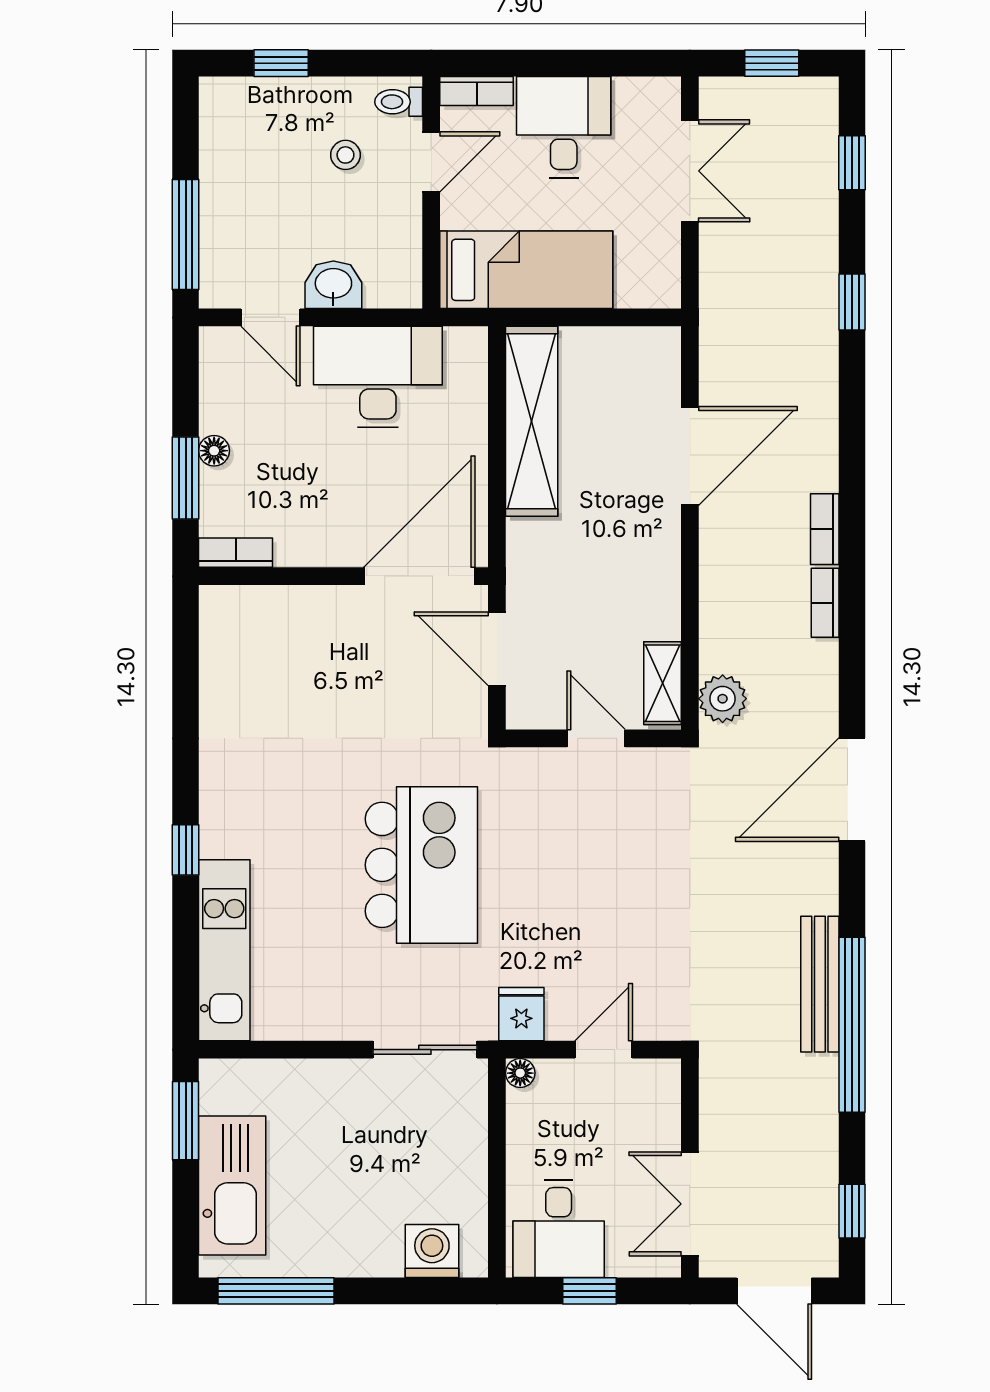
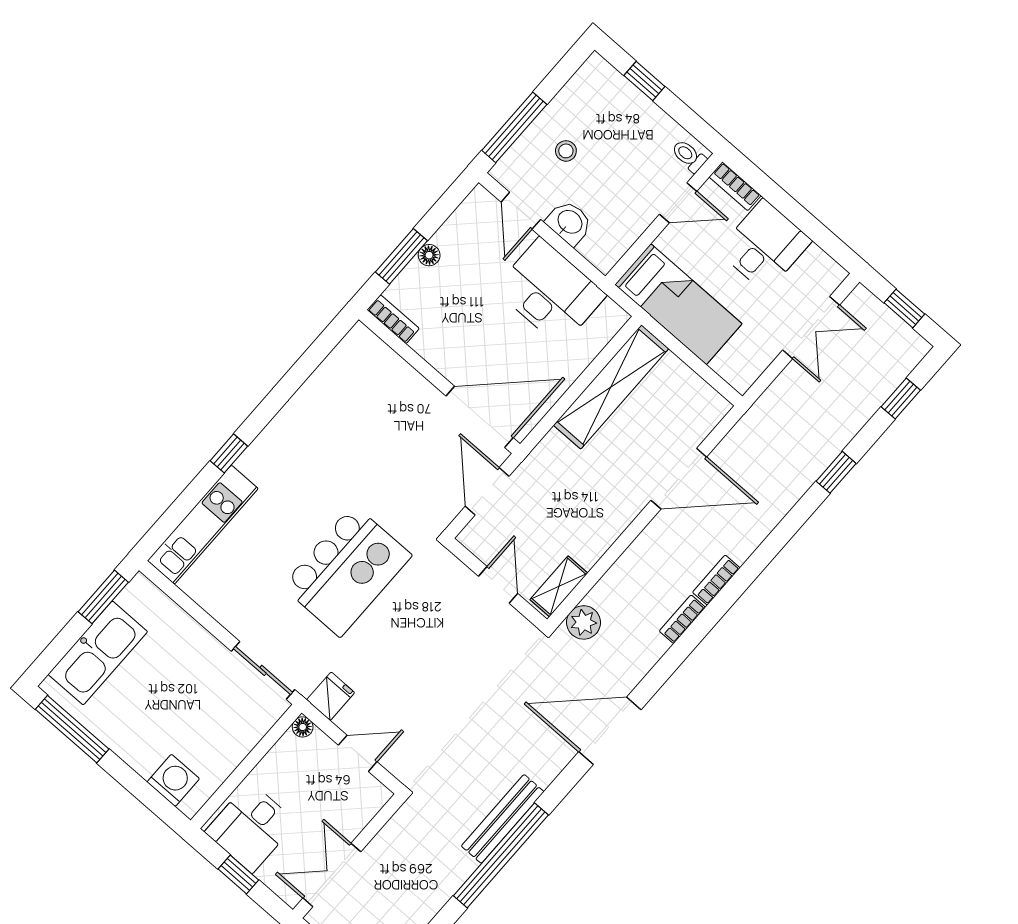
stool: (345, 155) -> (566, 151), moved

